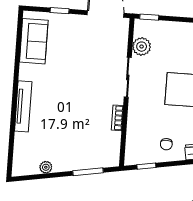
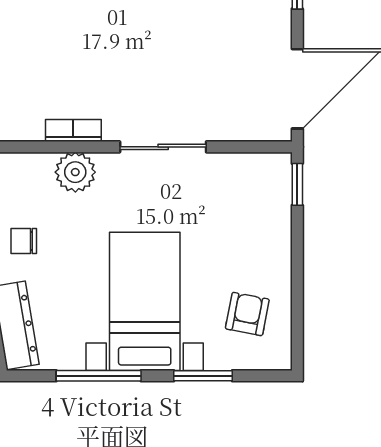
plant: (142, 47) -> (75, 172), moved

